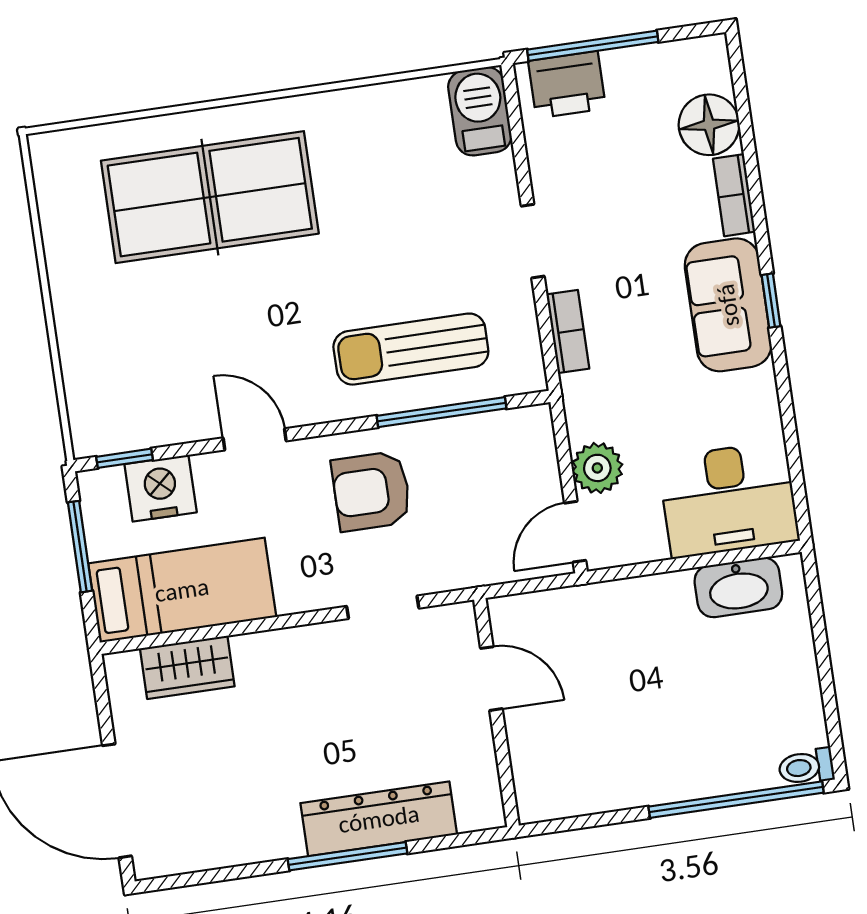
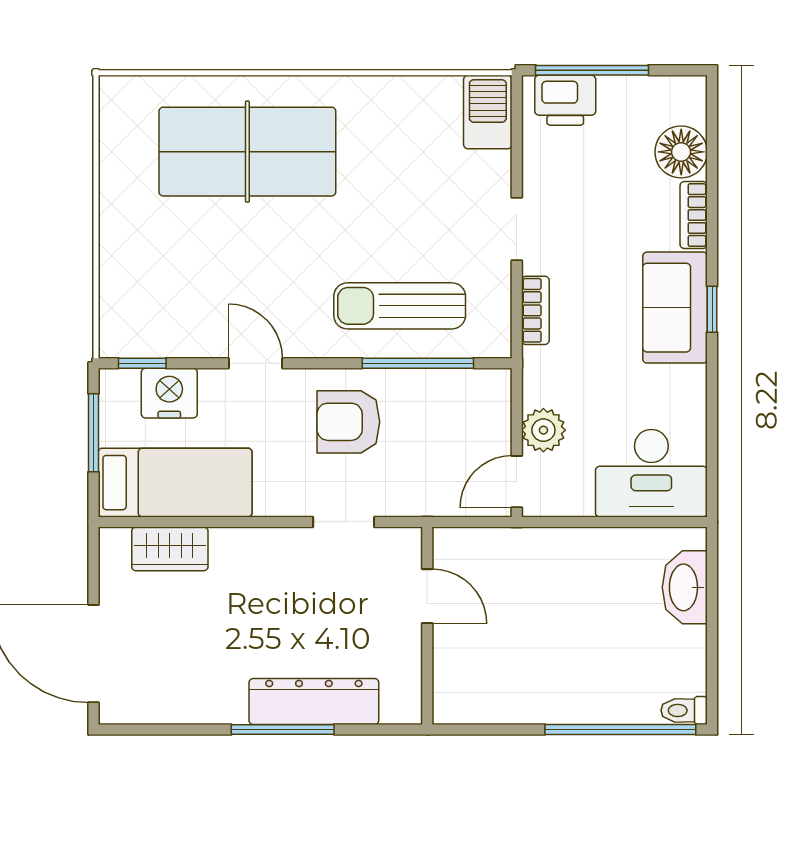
washbasin: (738, 587) -> (685, 587), moved, turned 90

